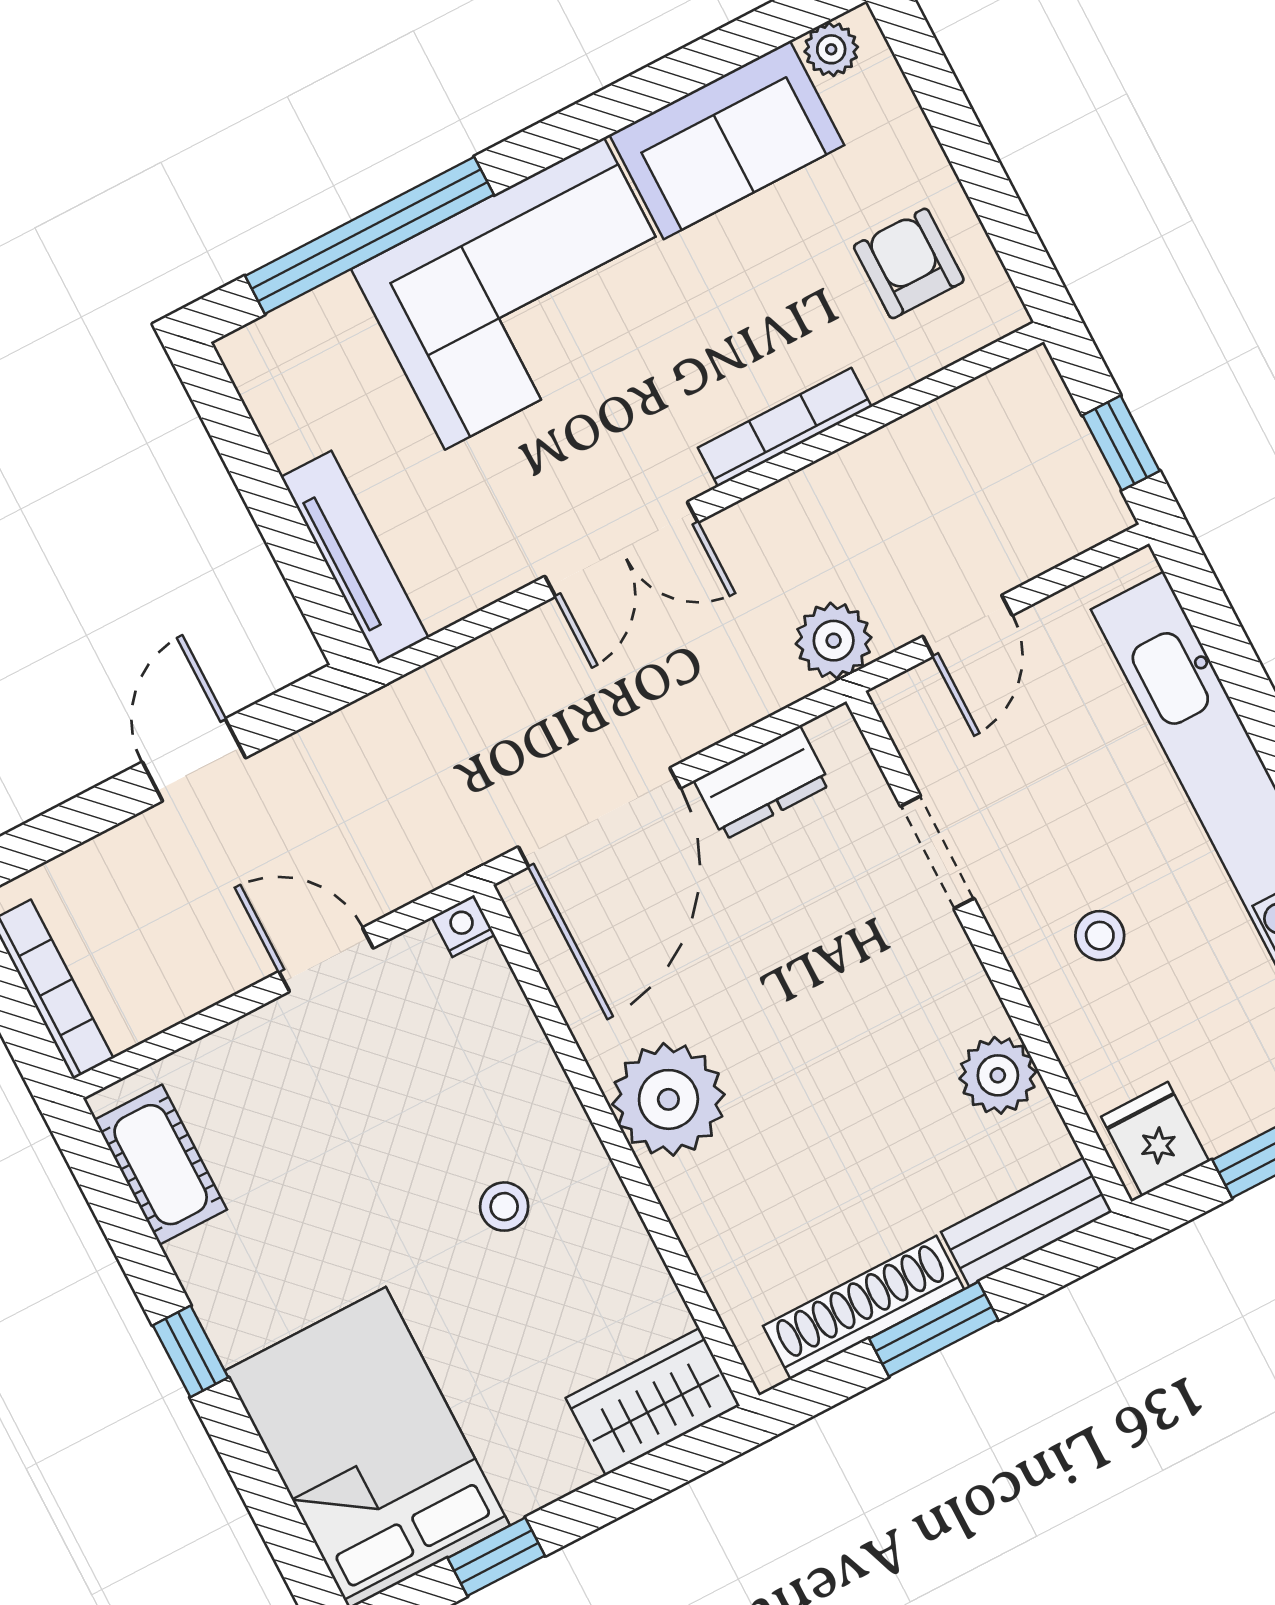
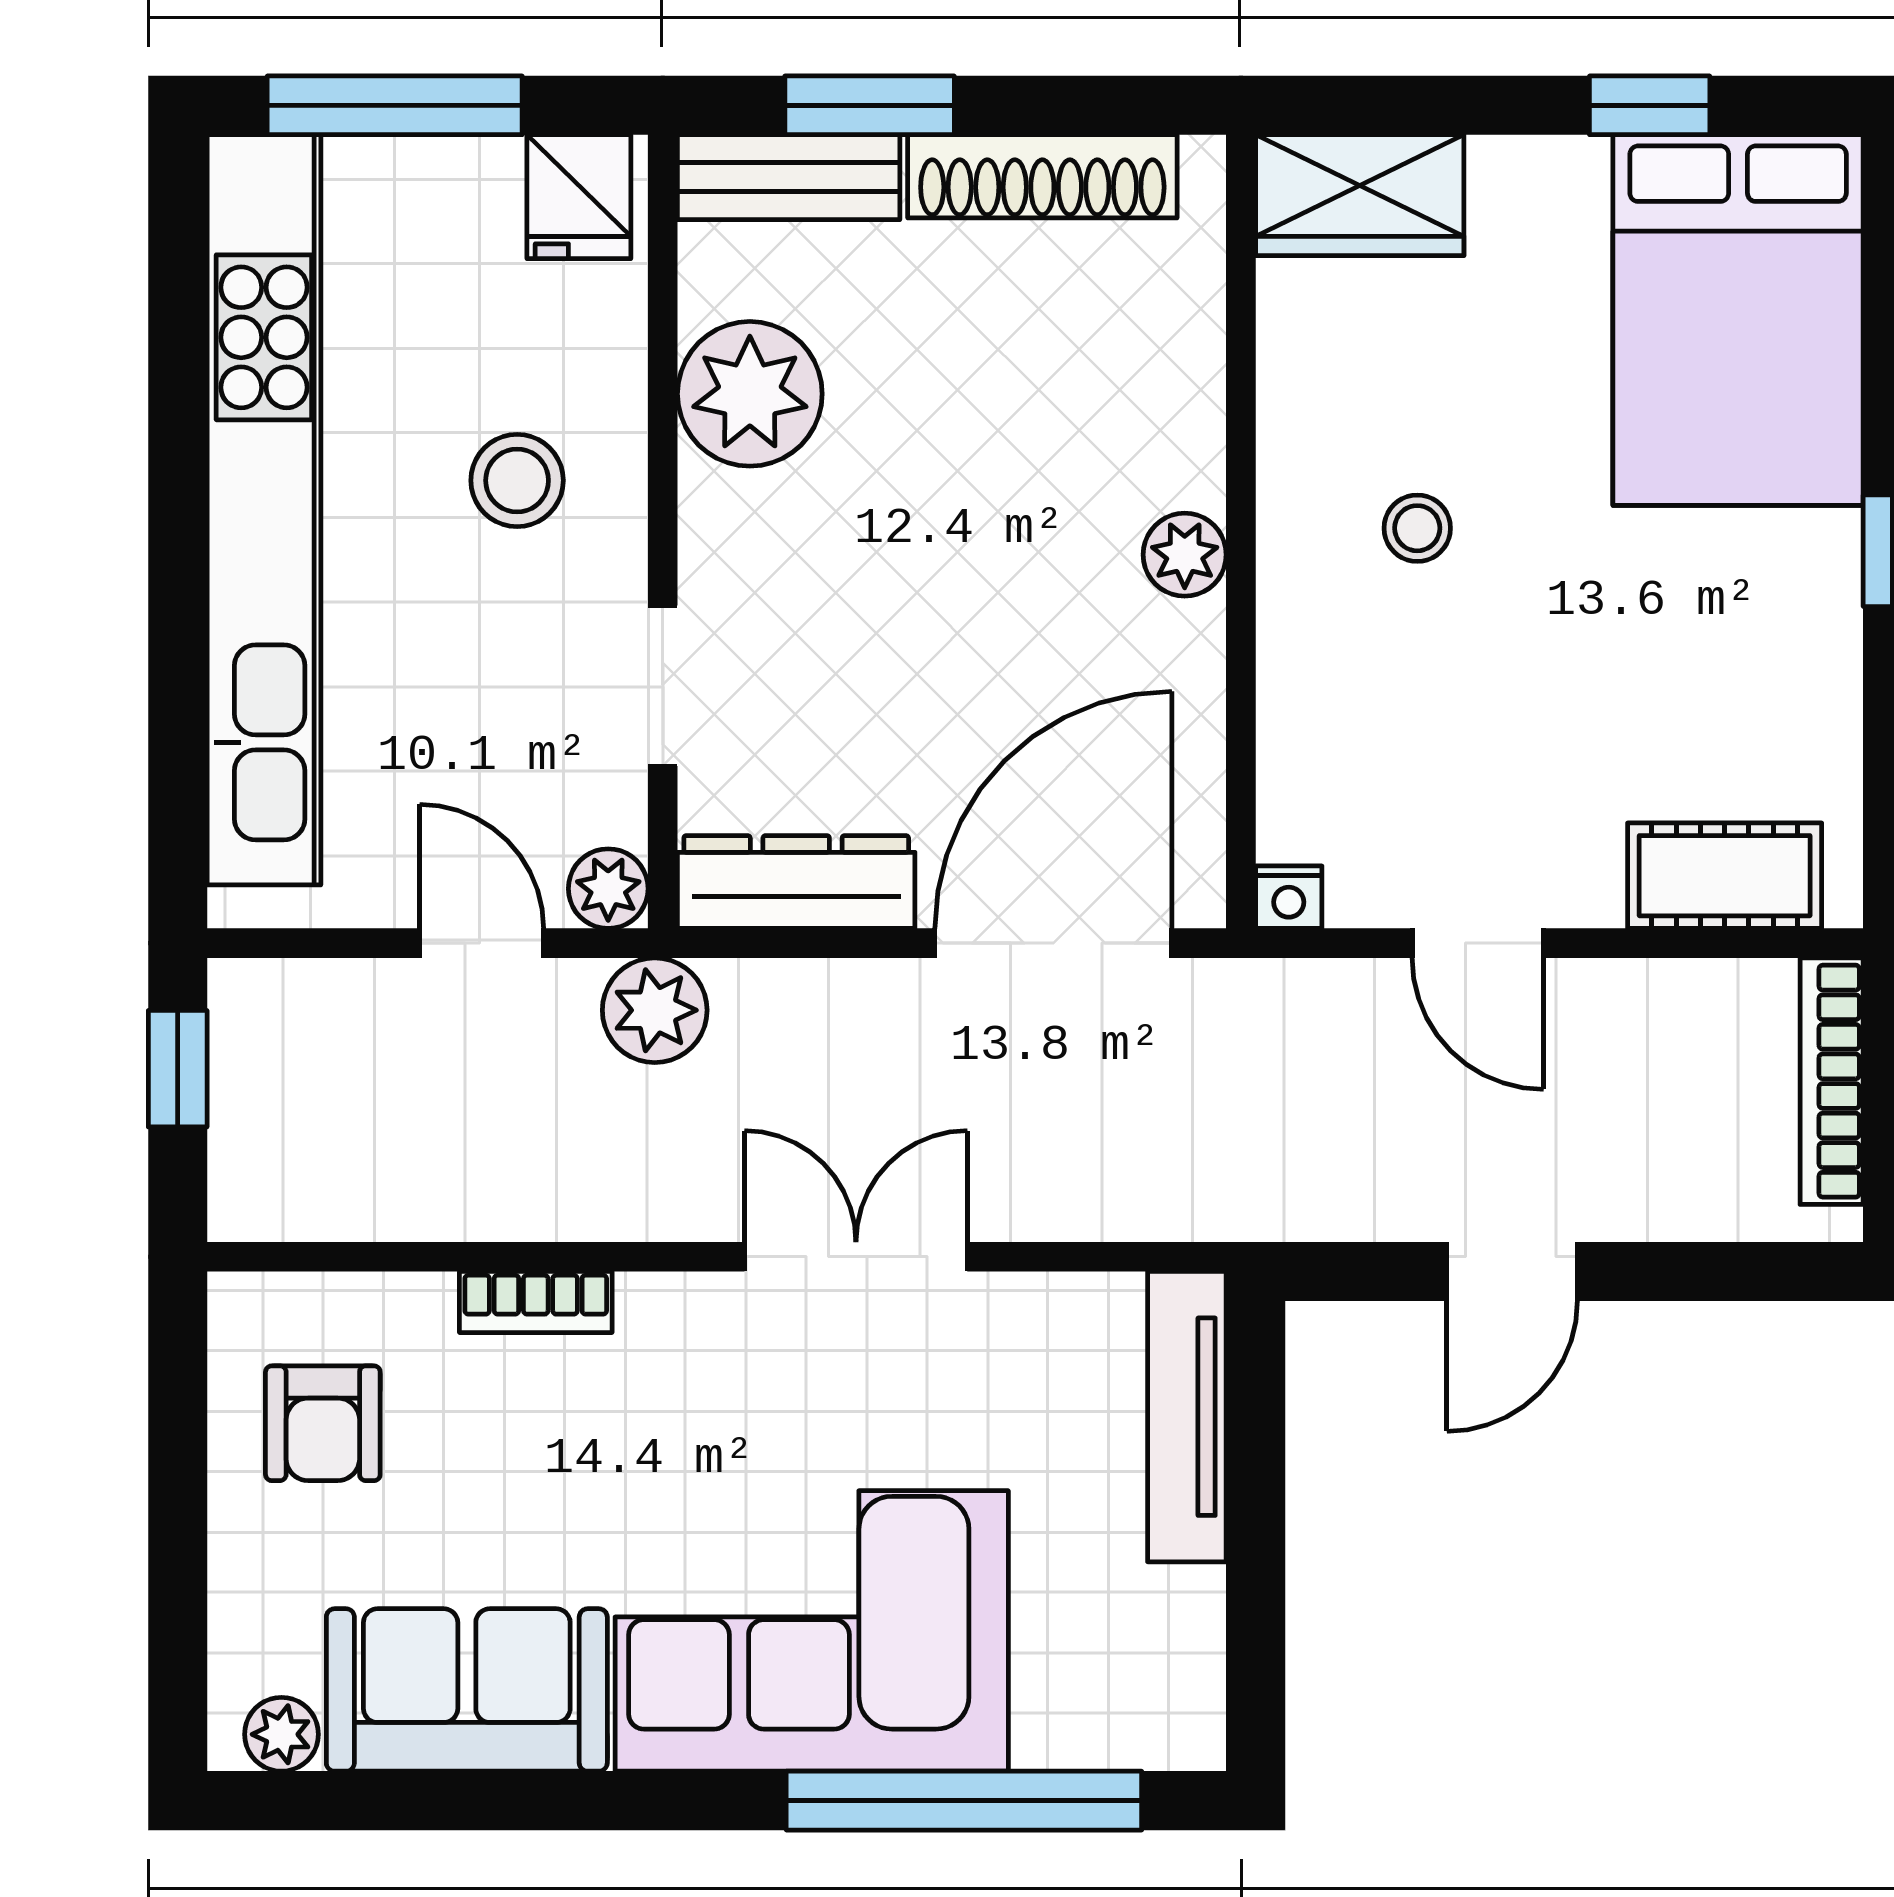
bookcase: (785, 427) -> (536, 1302), width x0.64
door: (967, 626) -> (482, 943), hinge flipped
plant: (904, 703) -> (608, 889), added
dresser: (762, 783) -> (796, 882), width x1.44
stool: (1100, 936) -> (517, 480), width x1.37, depth x1.37
plant: (998, 1075) -> (750, 394), width x1.36, depth x1.36
plant: (668, 1099) -> (1185, 555), width x0.53, depth x0.53
cot: (161, 1165) -> (1725, 876), moved, turned 90
window: (934, 1329) -> (870, 105), moved

